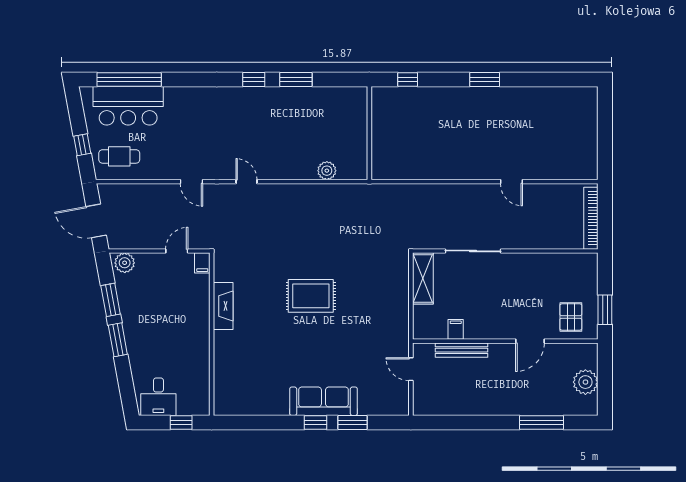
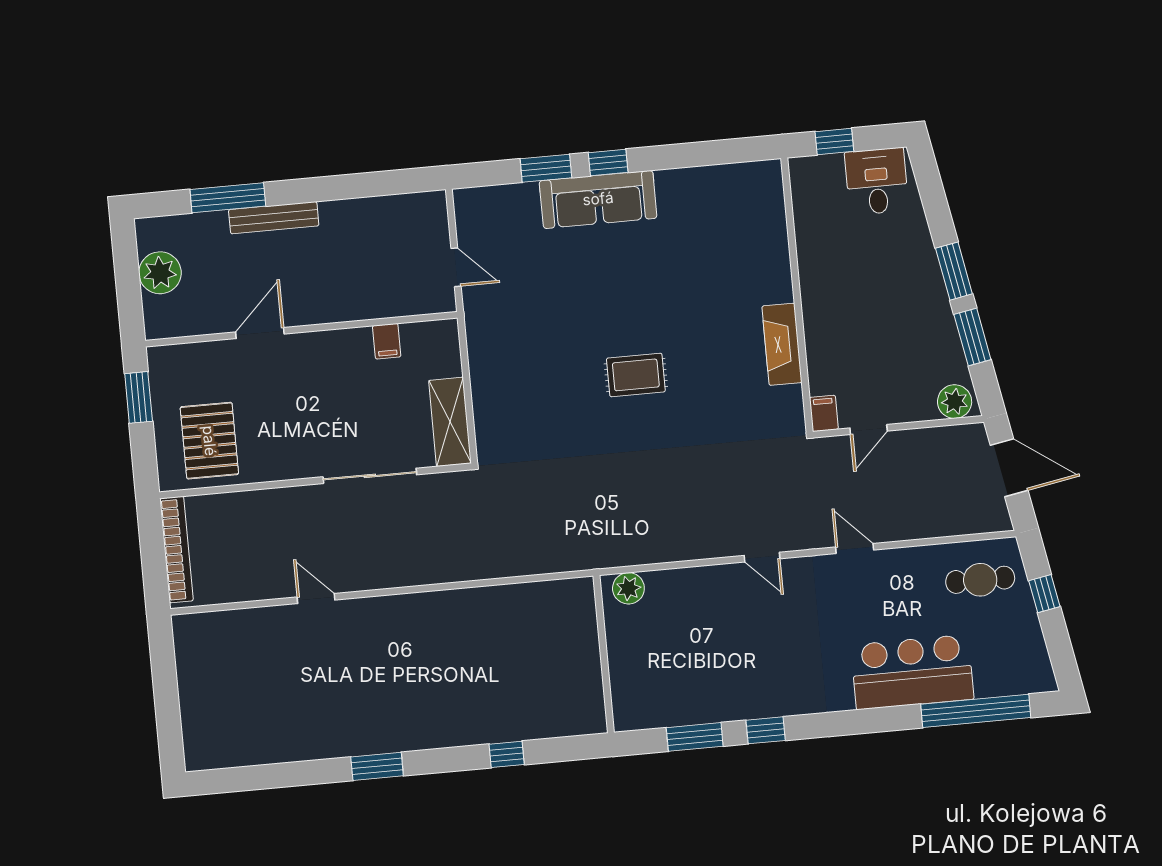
bar counter: (128, 106) -> (912, 672), moved
wall: (369, 133) -> (604, 654), moved
rug: (311, 296) -> (636, 375), width x0.73, depth x0.70
pallet: (571, 317) -> (209, 441), moved, width x1.50, depth x1.42
bench: (461, 350) -> (274, 218), moved

